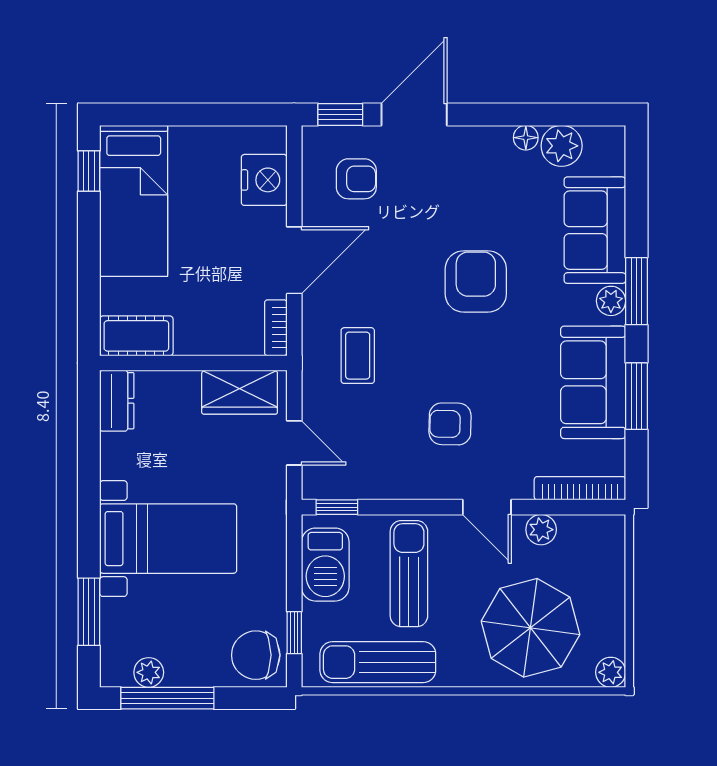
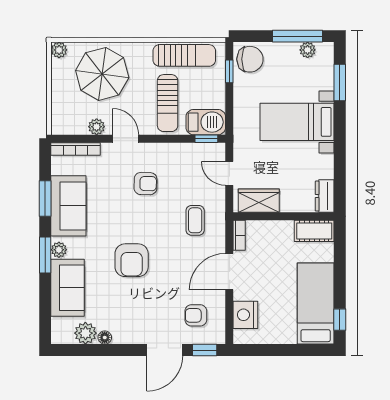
barbecue: (325, 565) -> (206, 122), moved, turned 90

